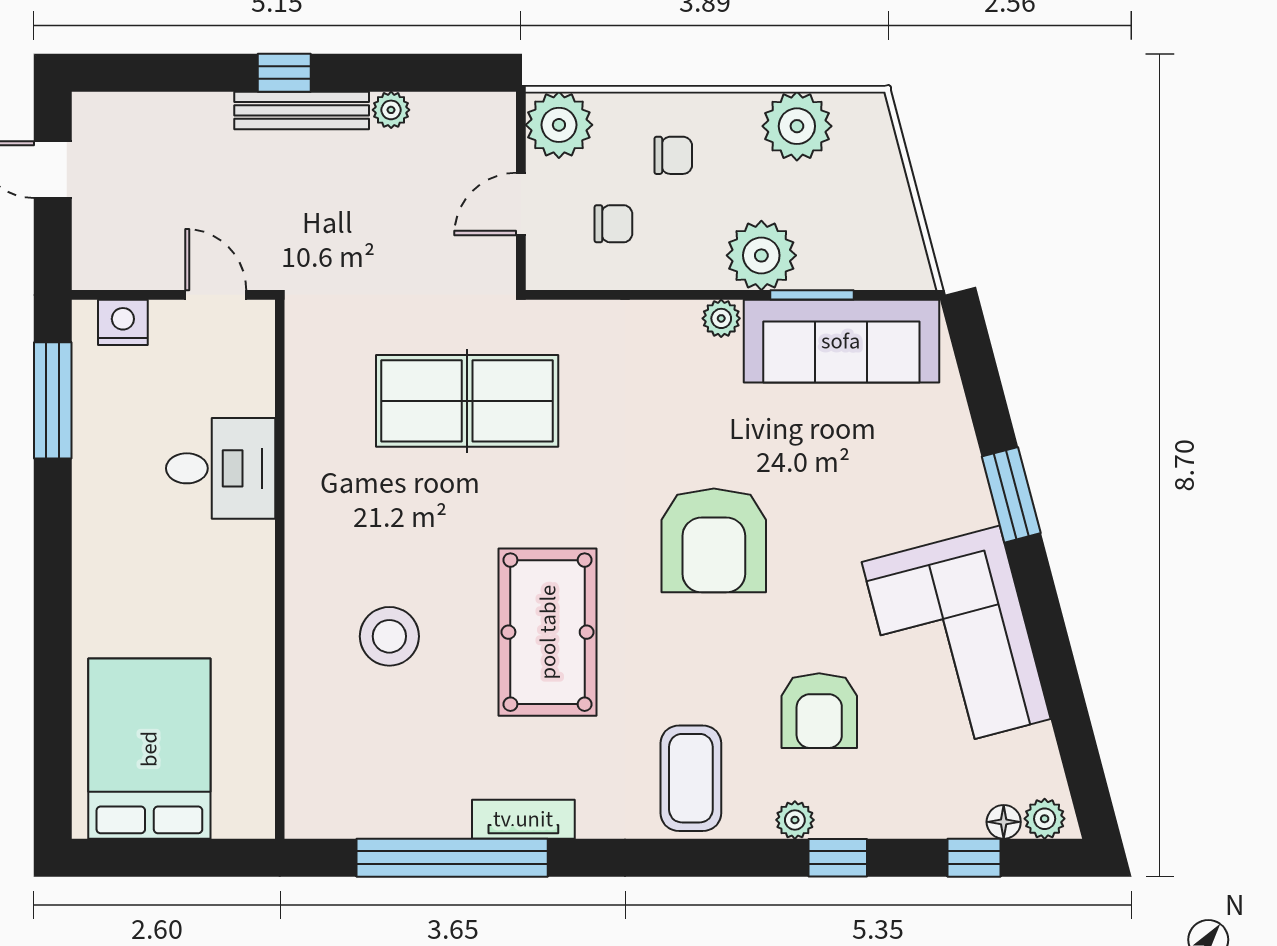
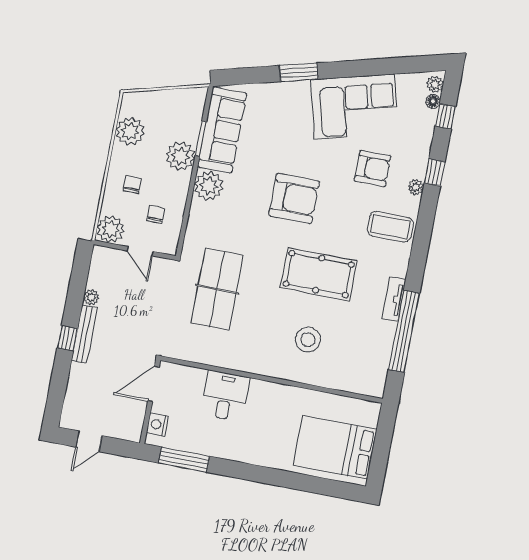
door: (216, 295) -> (153, 384), width x1.38
plant: (721, 318) -> (209, 186), width x1.88, depth x1.88

